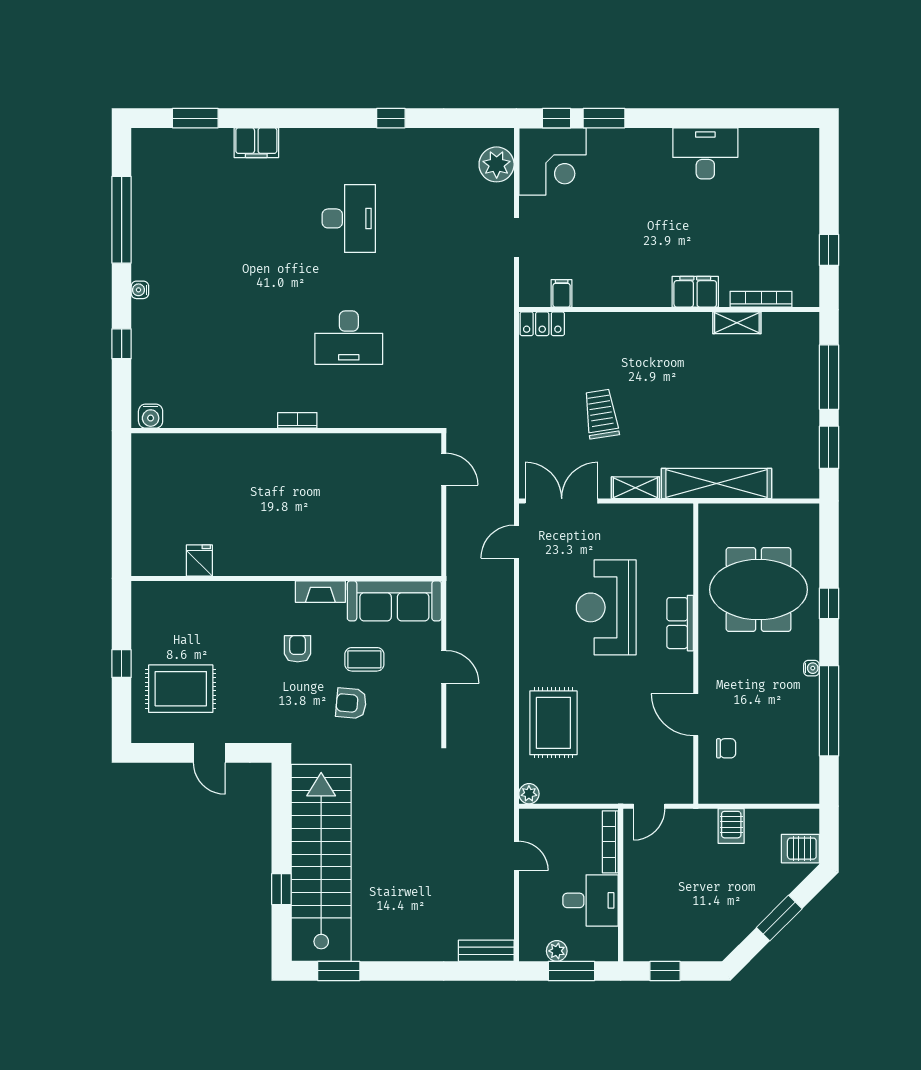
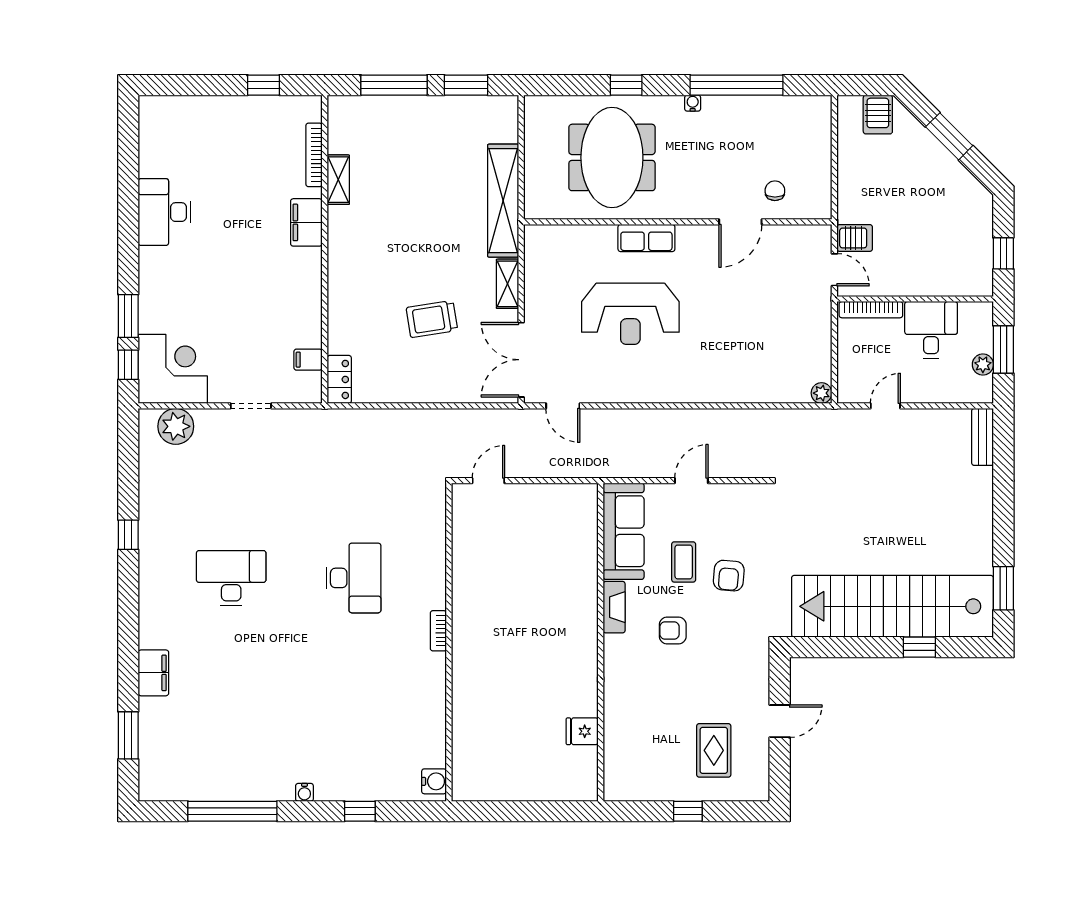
rug: (181, 689) -> (714, 750), width x0.73, depth x0.70
rug: (553, 723) -> (749, 368), removed
server rack: (731, 826) -> (855, 238), moved

